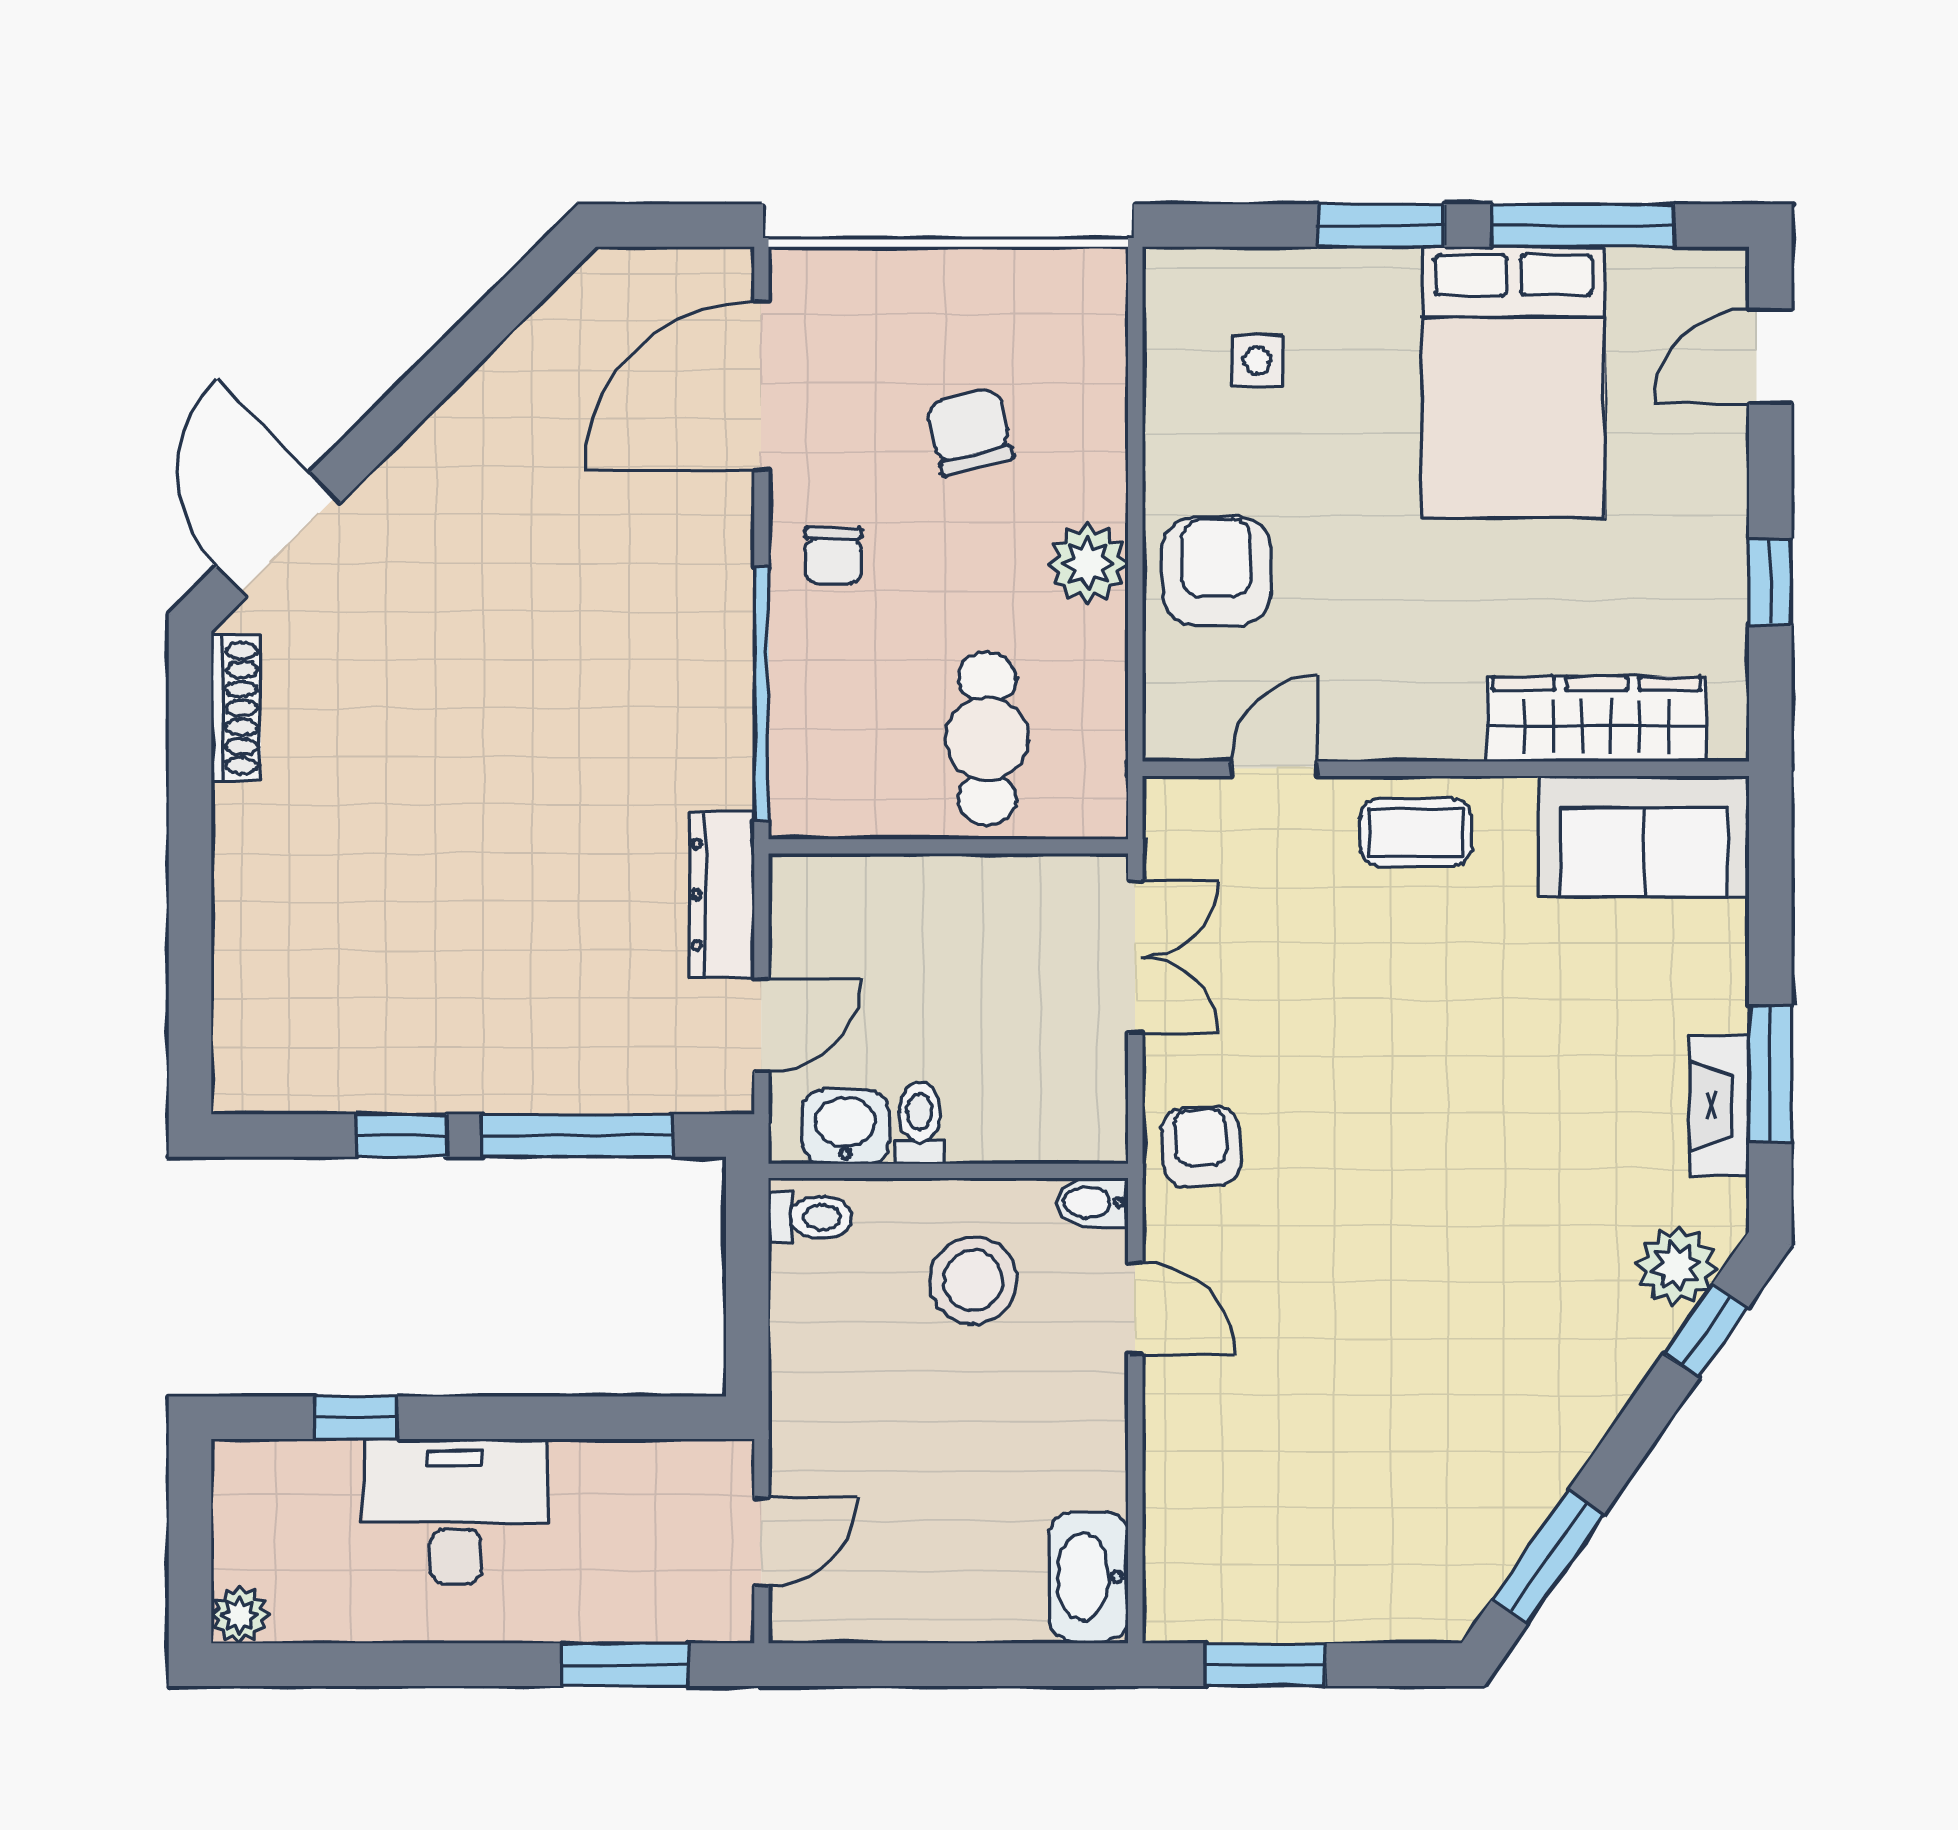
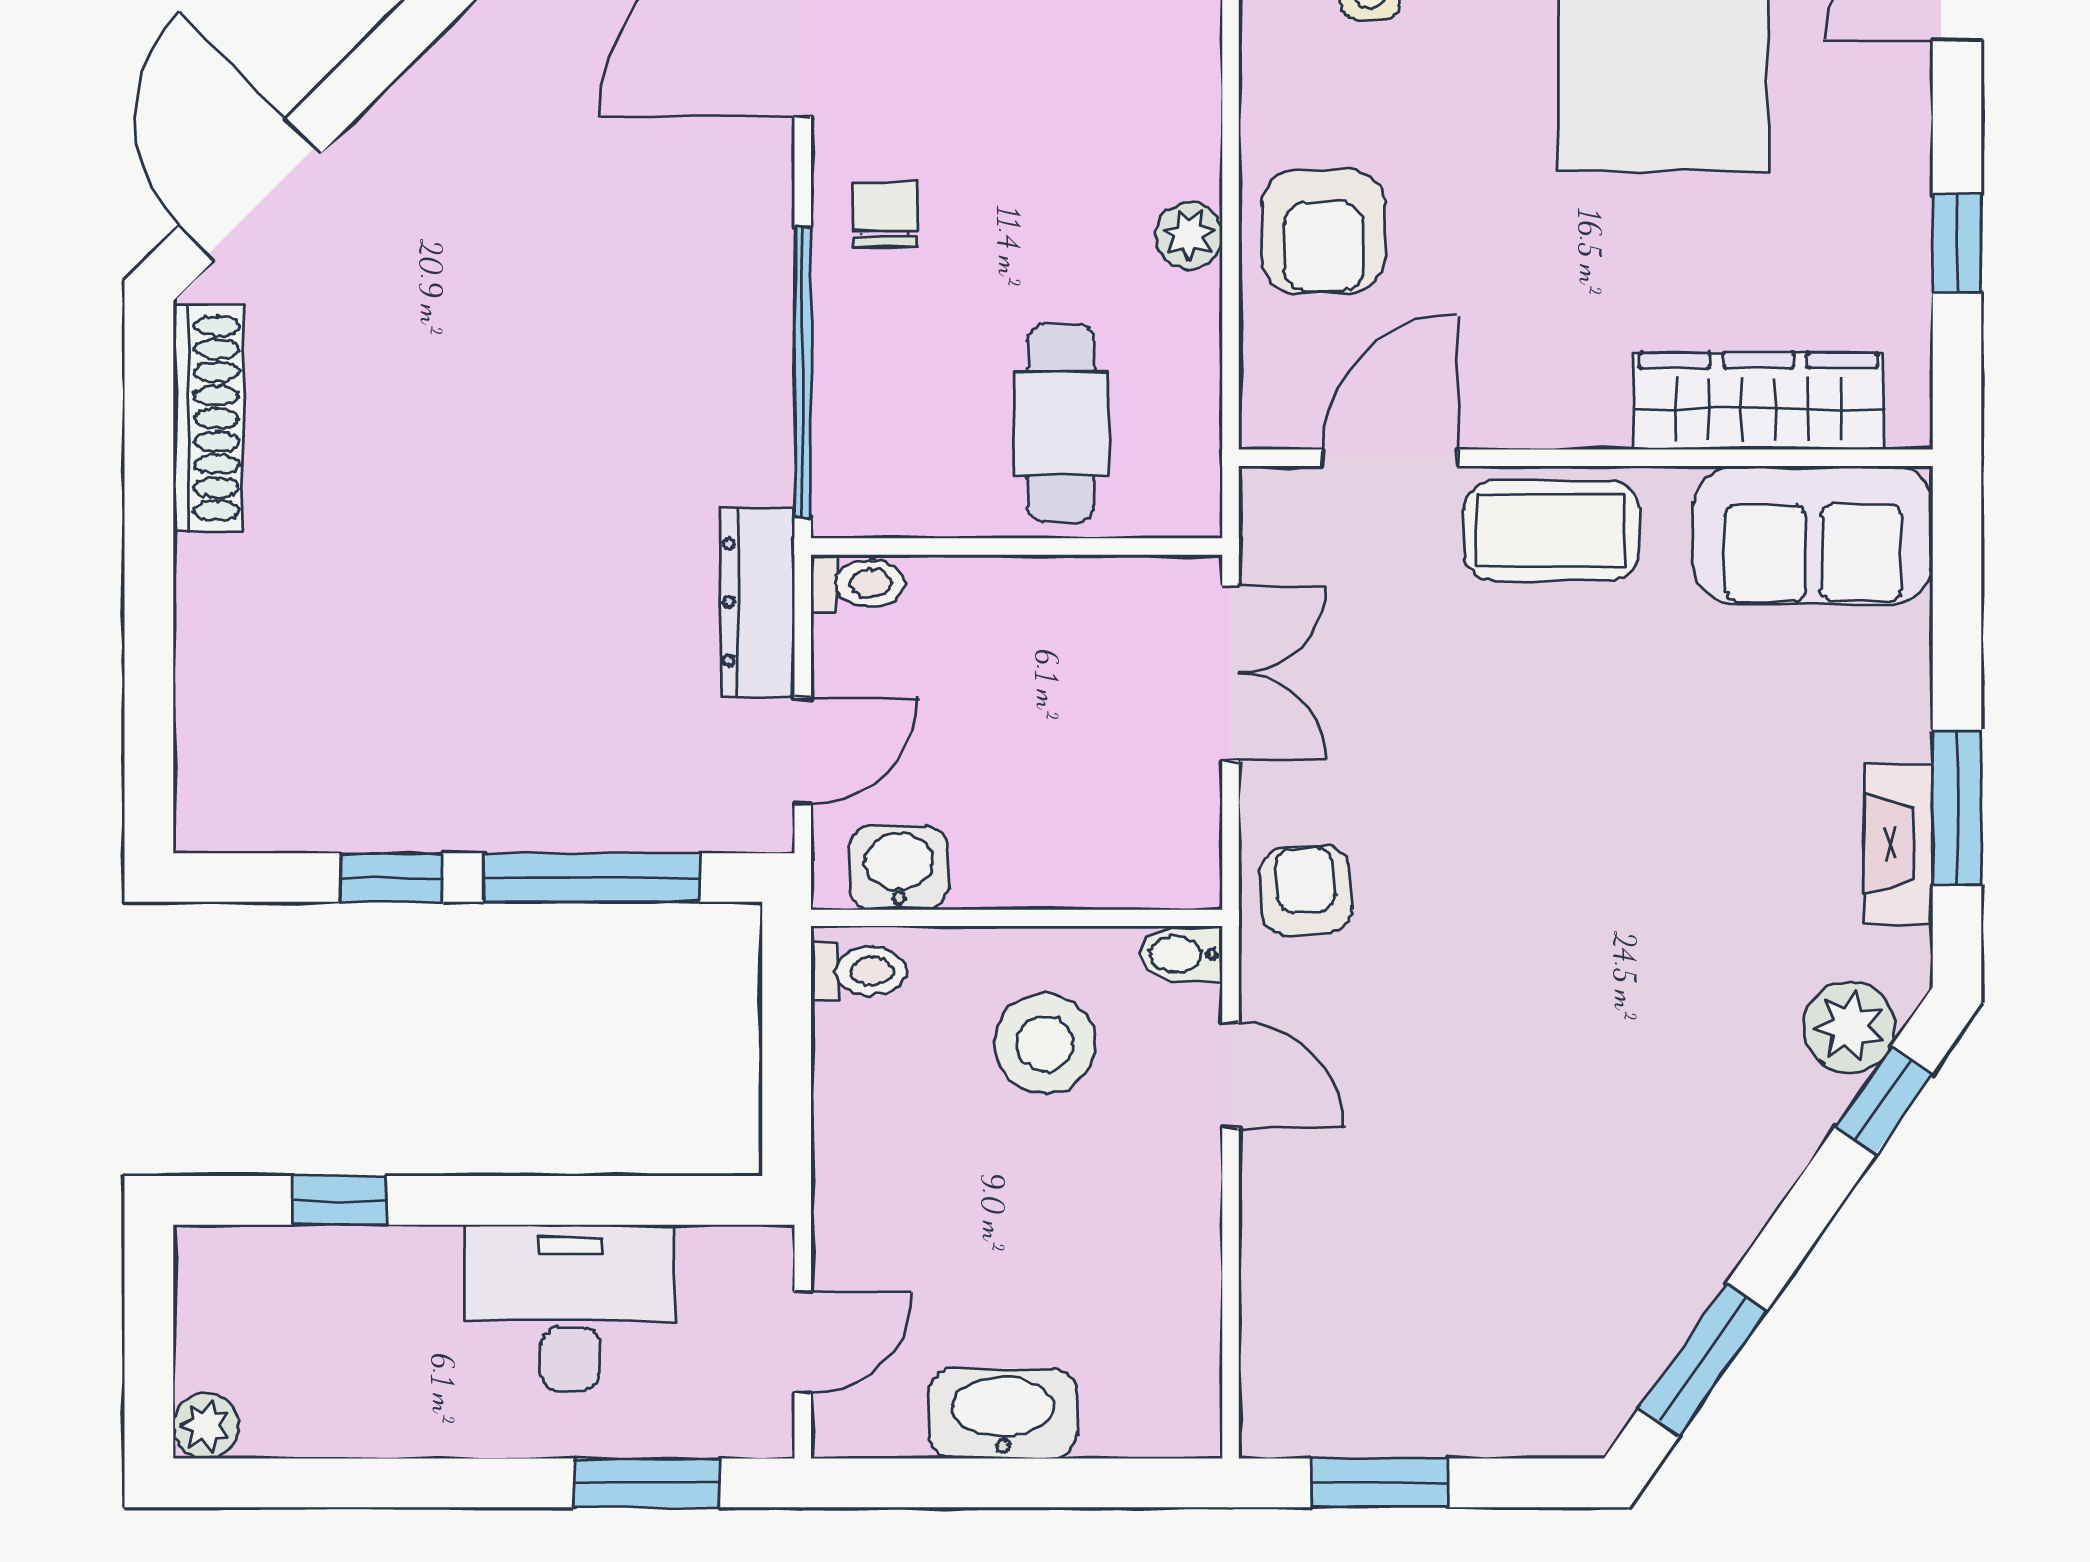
chair: (970, 432) -> (1041, 72), removed
chair: (833, 556) -> (885, 214), turned 180
plant: (1088, 563) -> (1189, 235), width x0.73, depth x0.73
armchair: (1216, 571) -> (1323, 231), turned 180
shoe rack: (236, 708) -> (208, 418), width x1.36, depth x1.24
door: (1274, 769) -> (1390, 458), width x1.38
coffee table: (1416, 832) -> (1551, 531), width x1.36, depth x1.30
toilet: (920, 1123) -> (857, 583), moved, turned 90
desk: (456, 1511) -> (570, 1307), moved
washbasin: (1089, 1577) -> (1003, 1413), moved, turned 90

